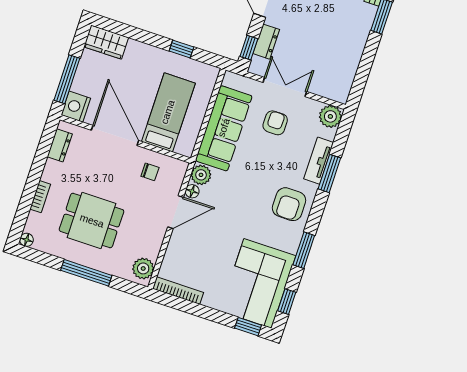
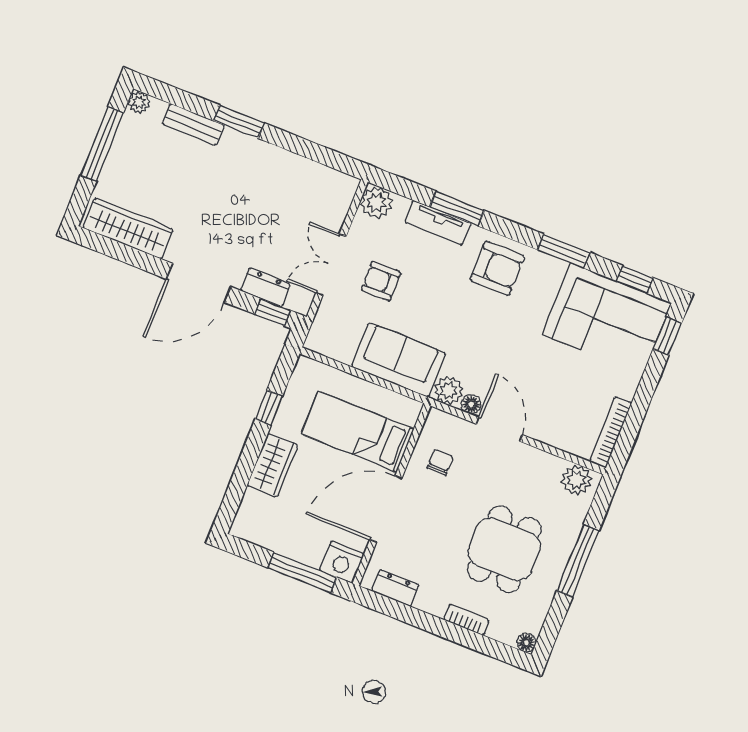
wardrobe: (106, 42) -> (272, 465), moved
sofa: (224, 128) -> (398, 360), width x0.73

